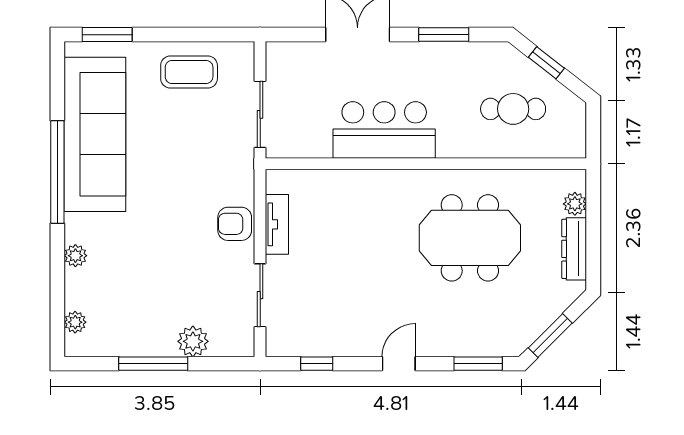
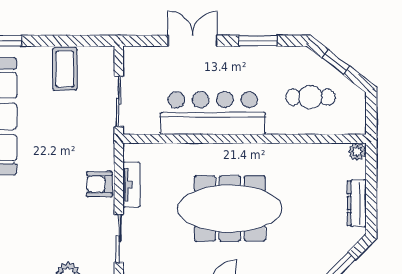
coffee table: (189, 72) -> (65, 69), turned 90
bar counter: (384, 130) -> (213, 113), width x1.36
plant: (575, 204) -> (357, 152), moved
meeting table: (470, 238) -> (230, 208), moved, width x1.36

